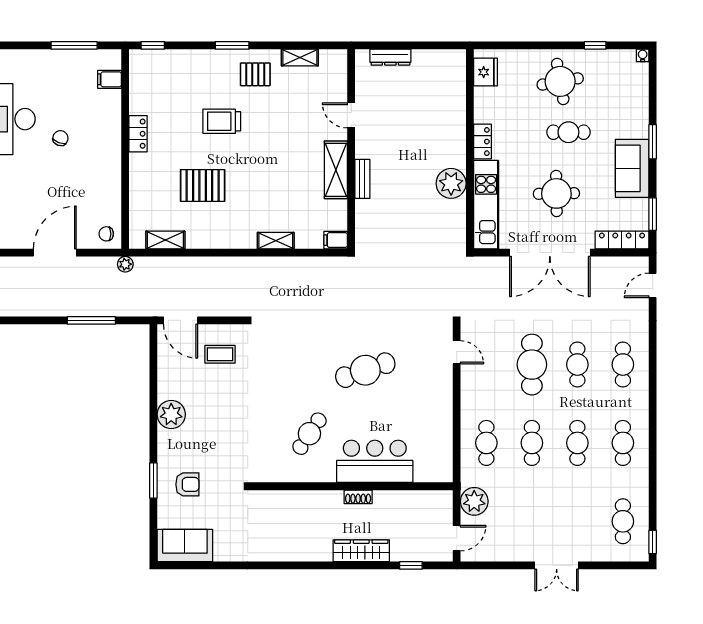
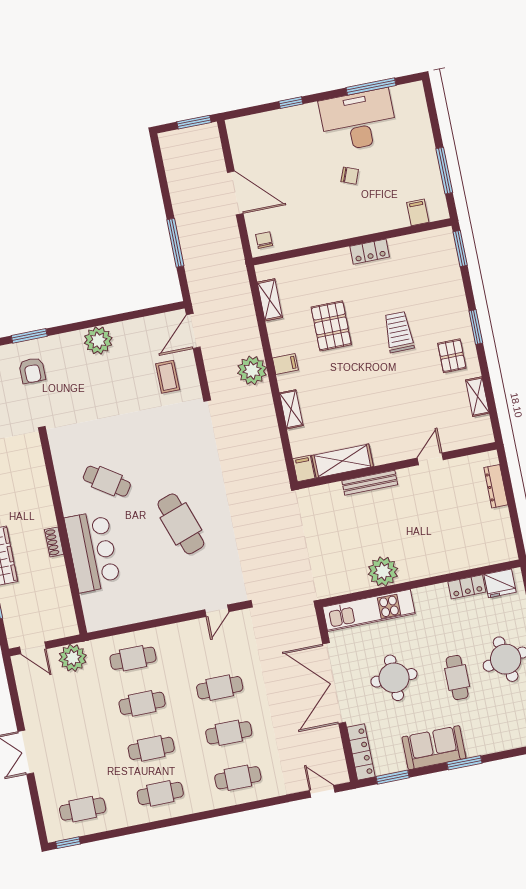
window: (153, 45) -> (460, 249), width x1.50
locker: (482, 142) -> (467, 587), moved
shelving: (336, 170) -> (342, 461), moved
bench: (362, 179) -> (370, 483), width x1.36
filing cabinet: (231, 237) -> (285, 364), added
plant: (125, 264) -> (252, 370), moved, width x1.87, depth x1.87
cafe table: (532, 365) -> (220, 688), width x0.73, depth x0.74

